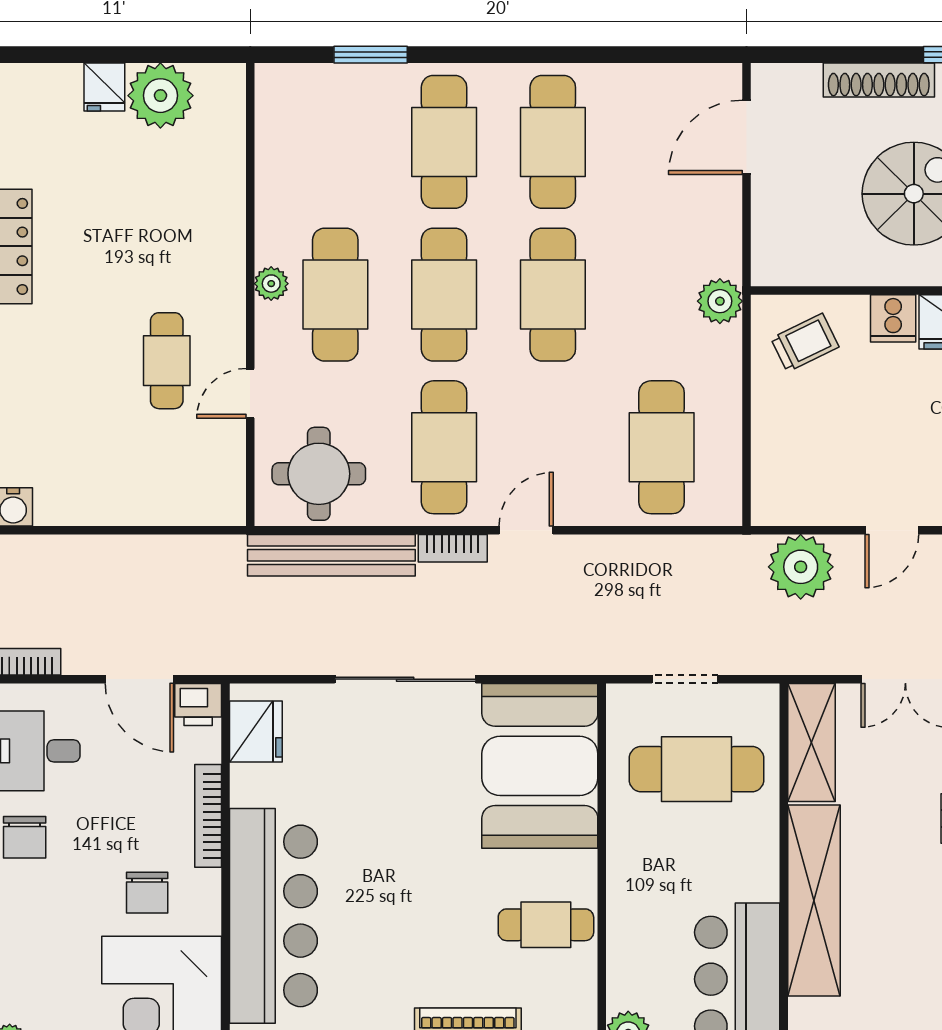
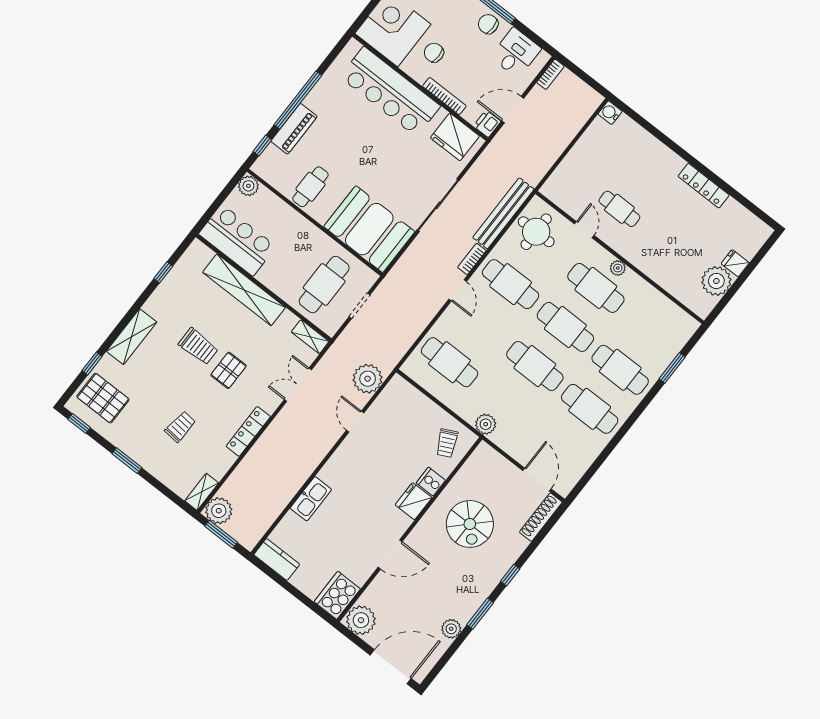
shoe rack: (879, 80) -> (541, 517), moved
fridge: (256, 731) -> (455, 137), width x1.36, depth x1.34
shelving: (812, 742) -> (310, 337), width x0.67, depth x0.75

